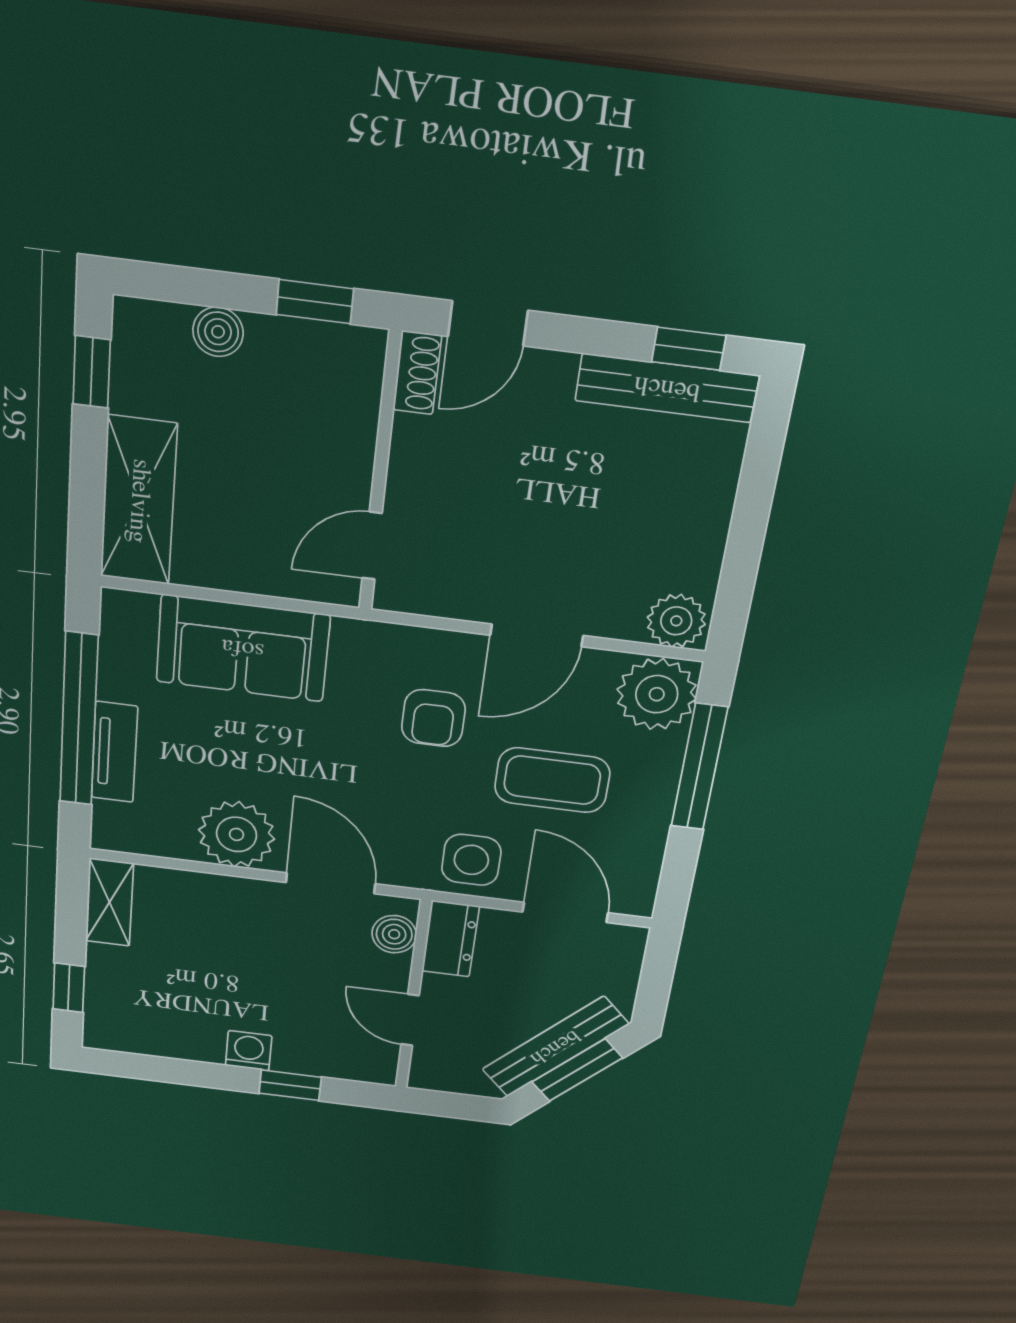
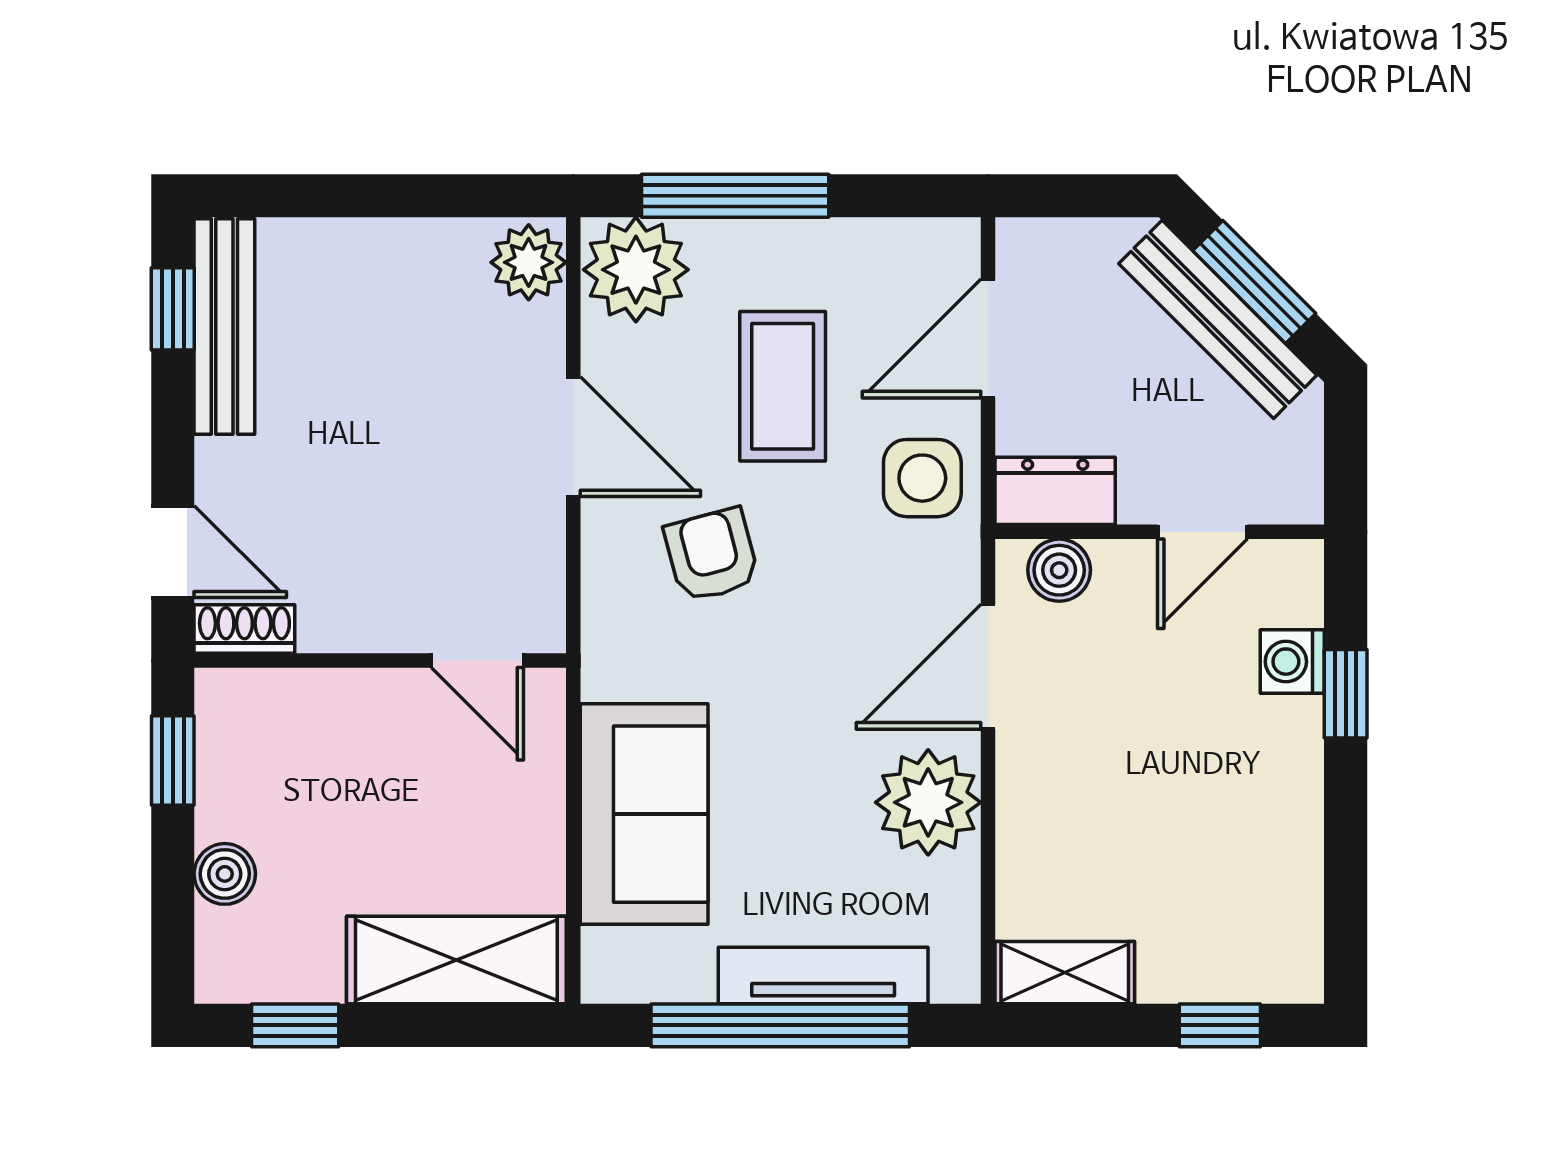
armchair: (433, 718) -> (712, 555), turned -105
tv unit: (114, 752) -> (823, 975), width x1.41
washing machine: (249, 1051) -> (1292, 662), moved

